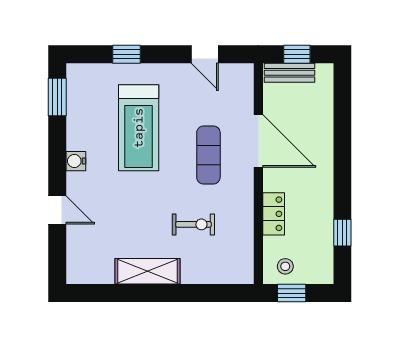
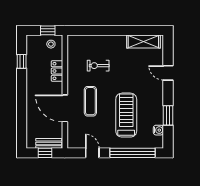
window: (127, 54) -> (132, 153), width x3.17
window: (57, 97) -> (168, 115), moved
water cooler: (76, 161) -> (158, 130), moved
shelving: (148, 271) -> (143, 42), moved

